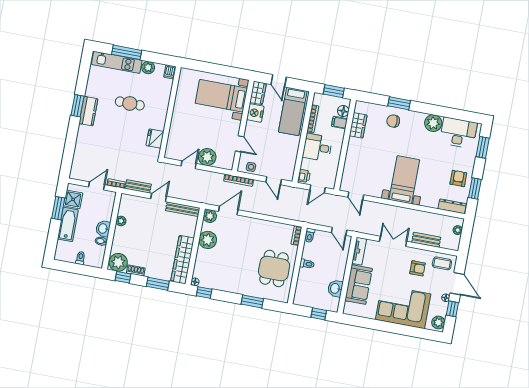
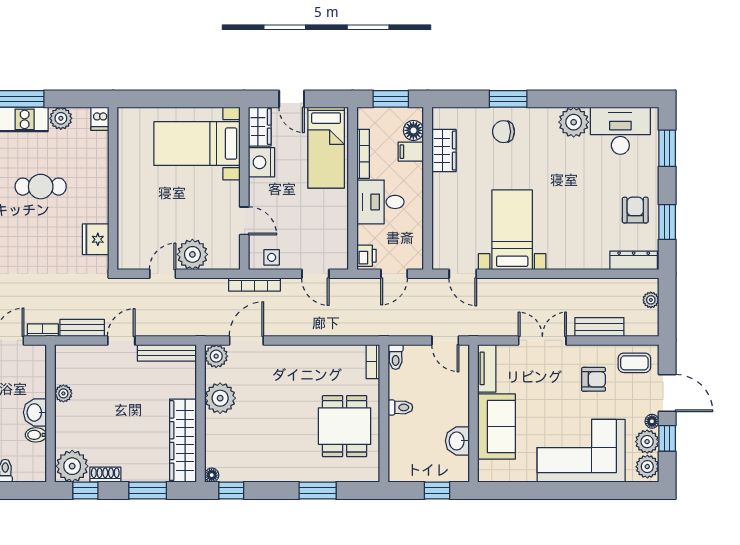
bed with nightstands: (404, 180) -> (512, 230), moved
plant: (441, 309) -> (647, 442), added

